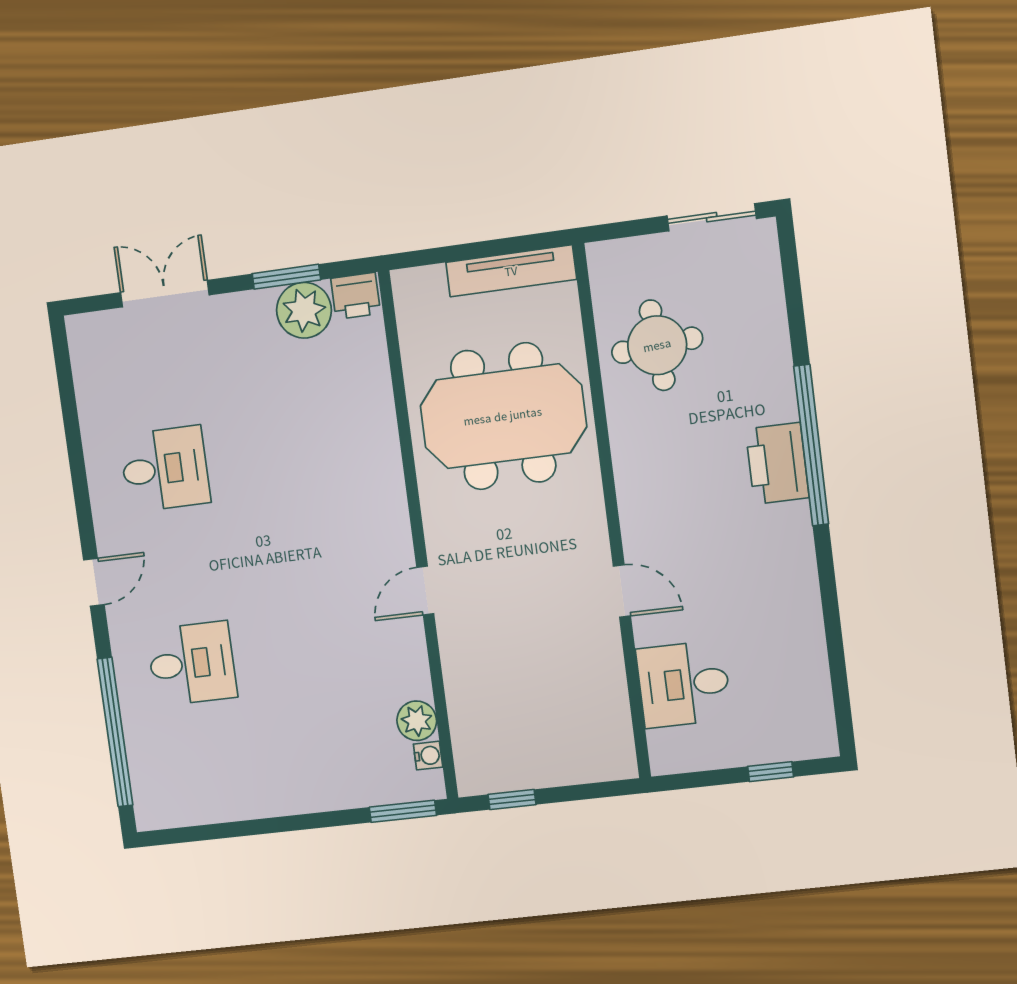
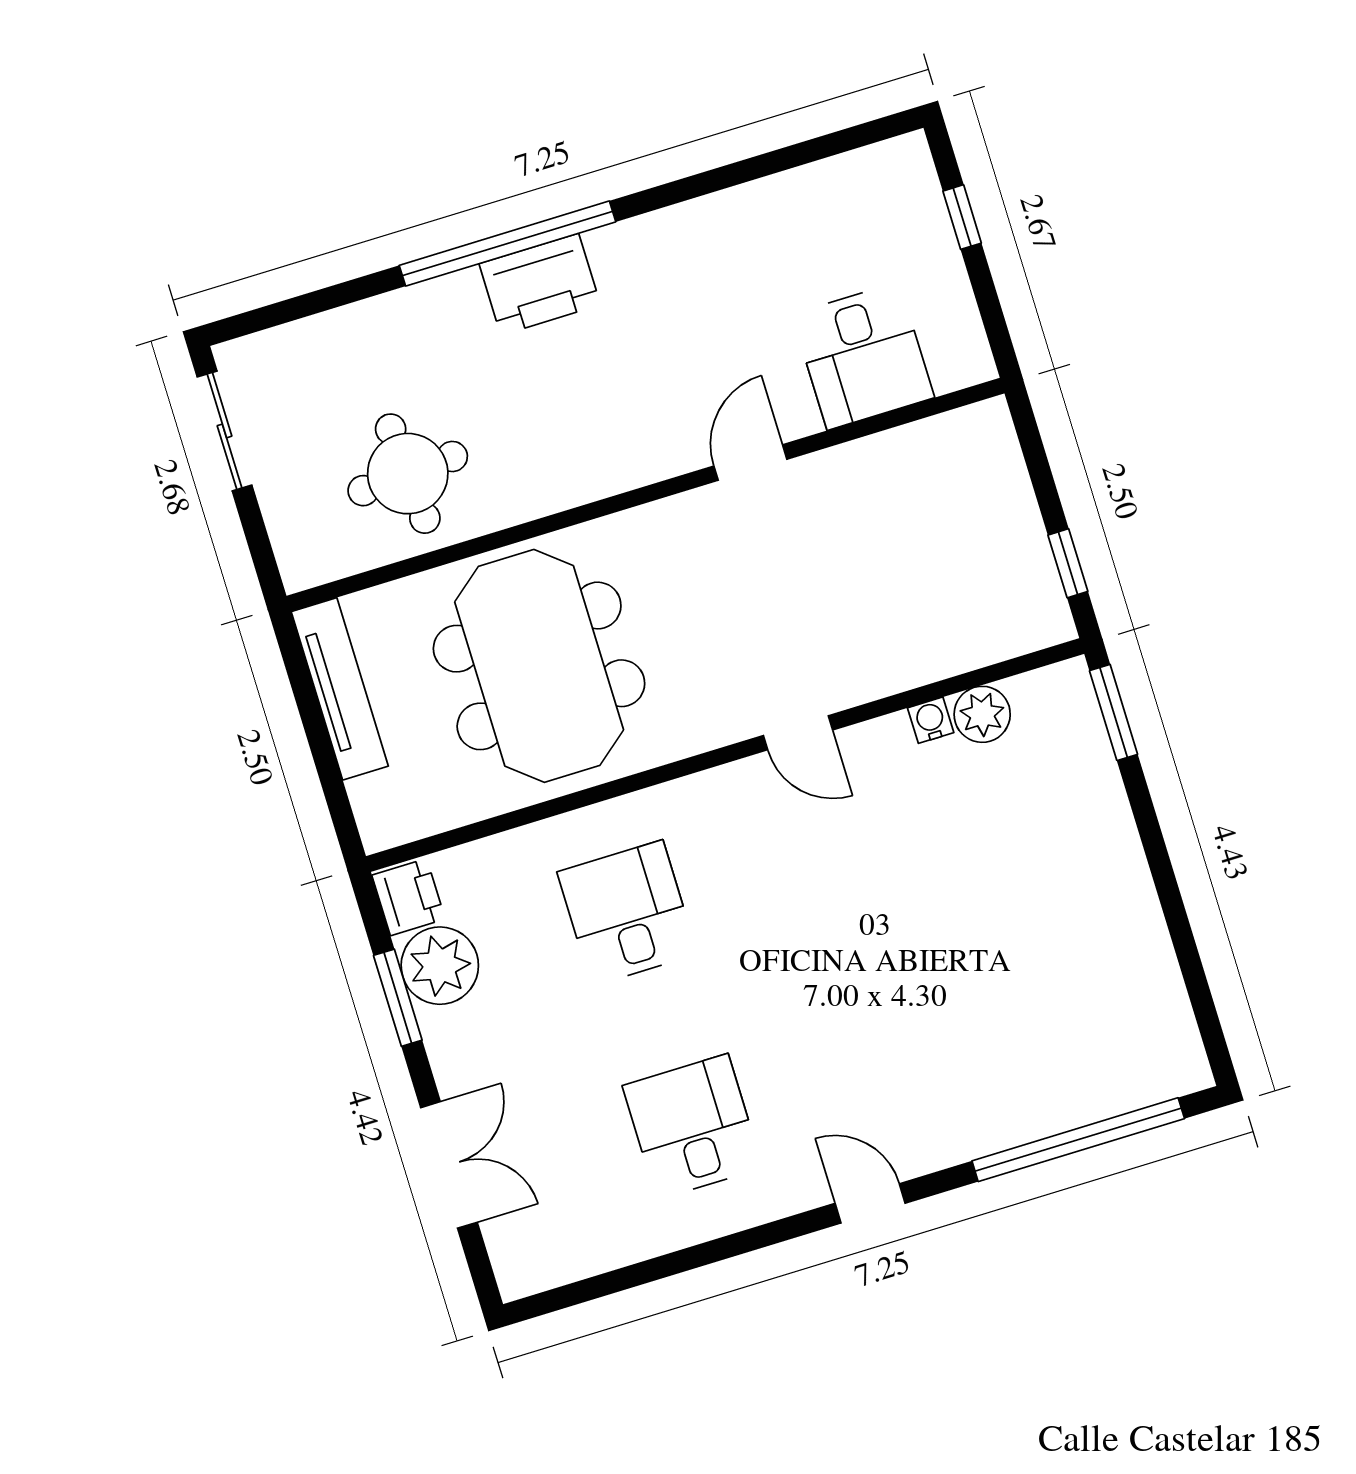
double door: (165, 294) -> (449, 1165), swing flipped
desk: (192, 663) -> (627, 913), moved
water cooler: (428, 756) -> (931, 720), moved

